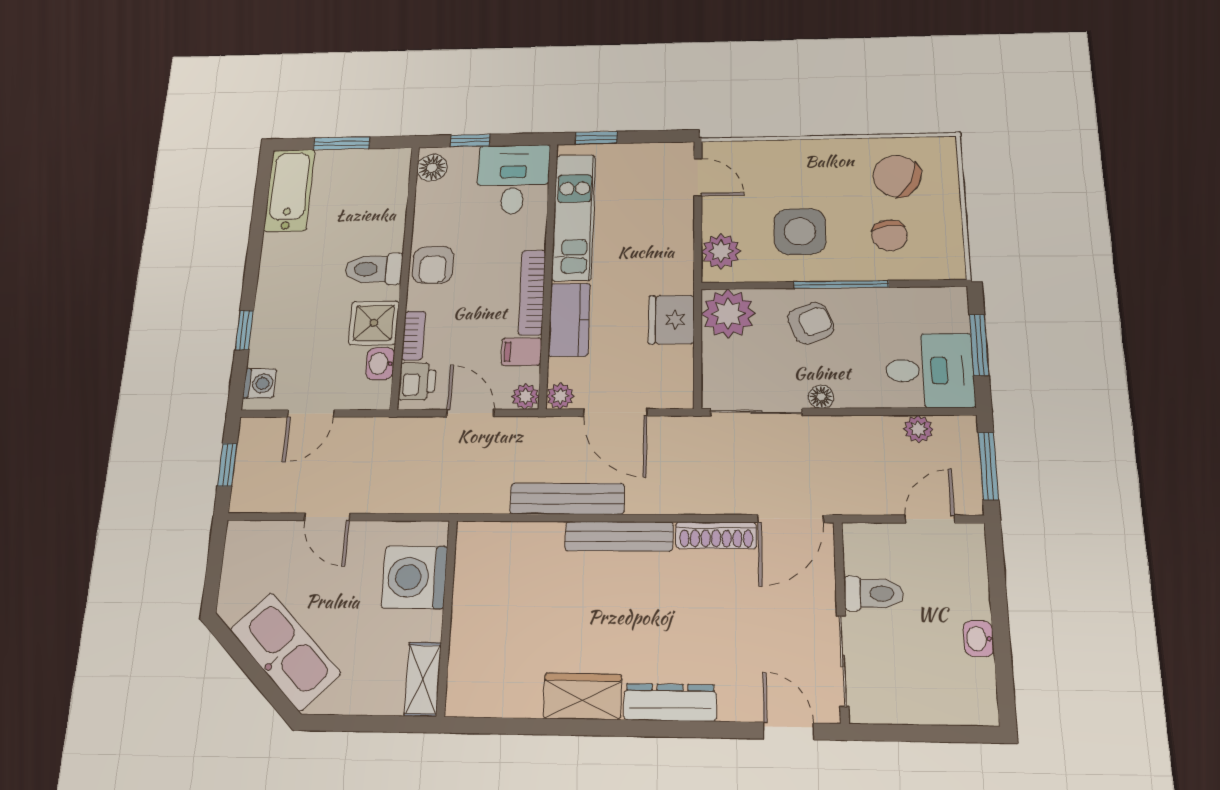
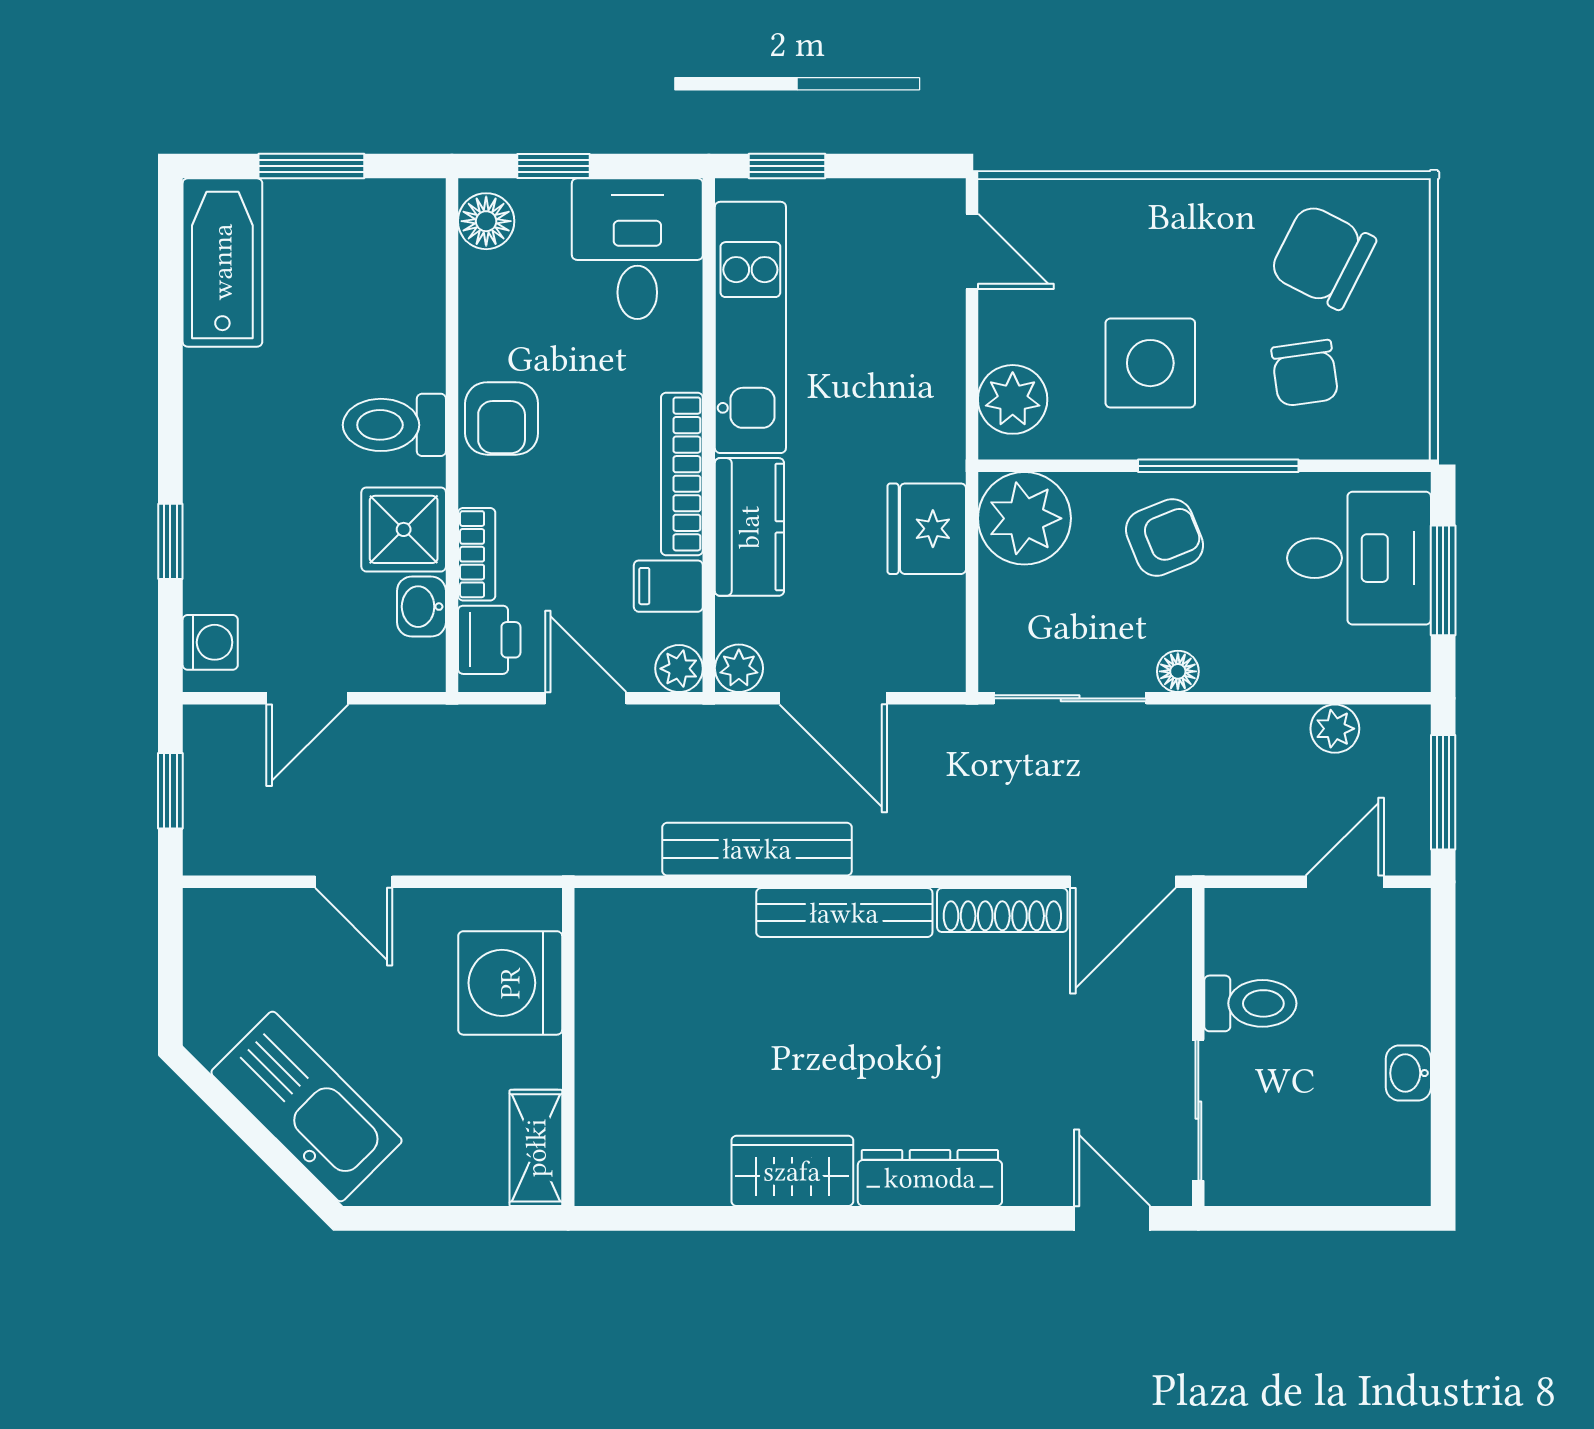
desk: (930, 370) -> (1359, 558), moved

